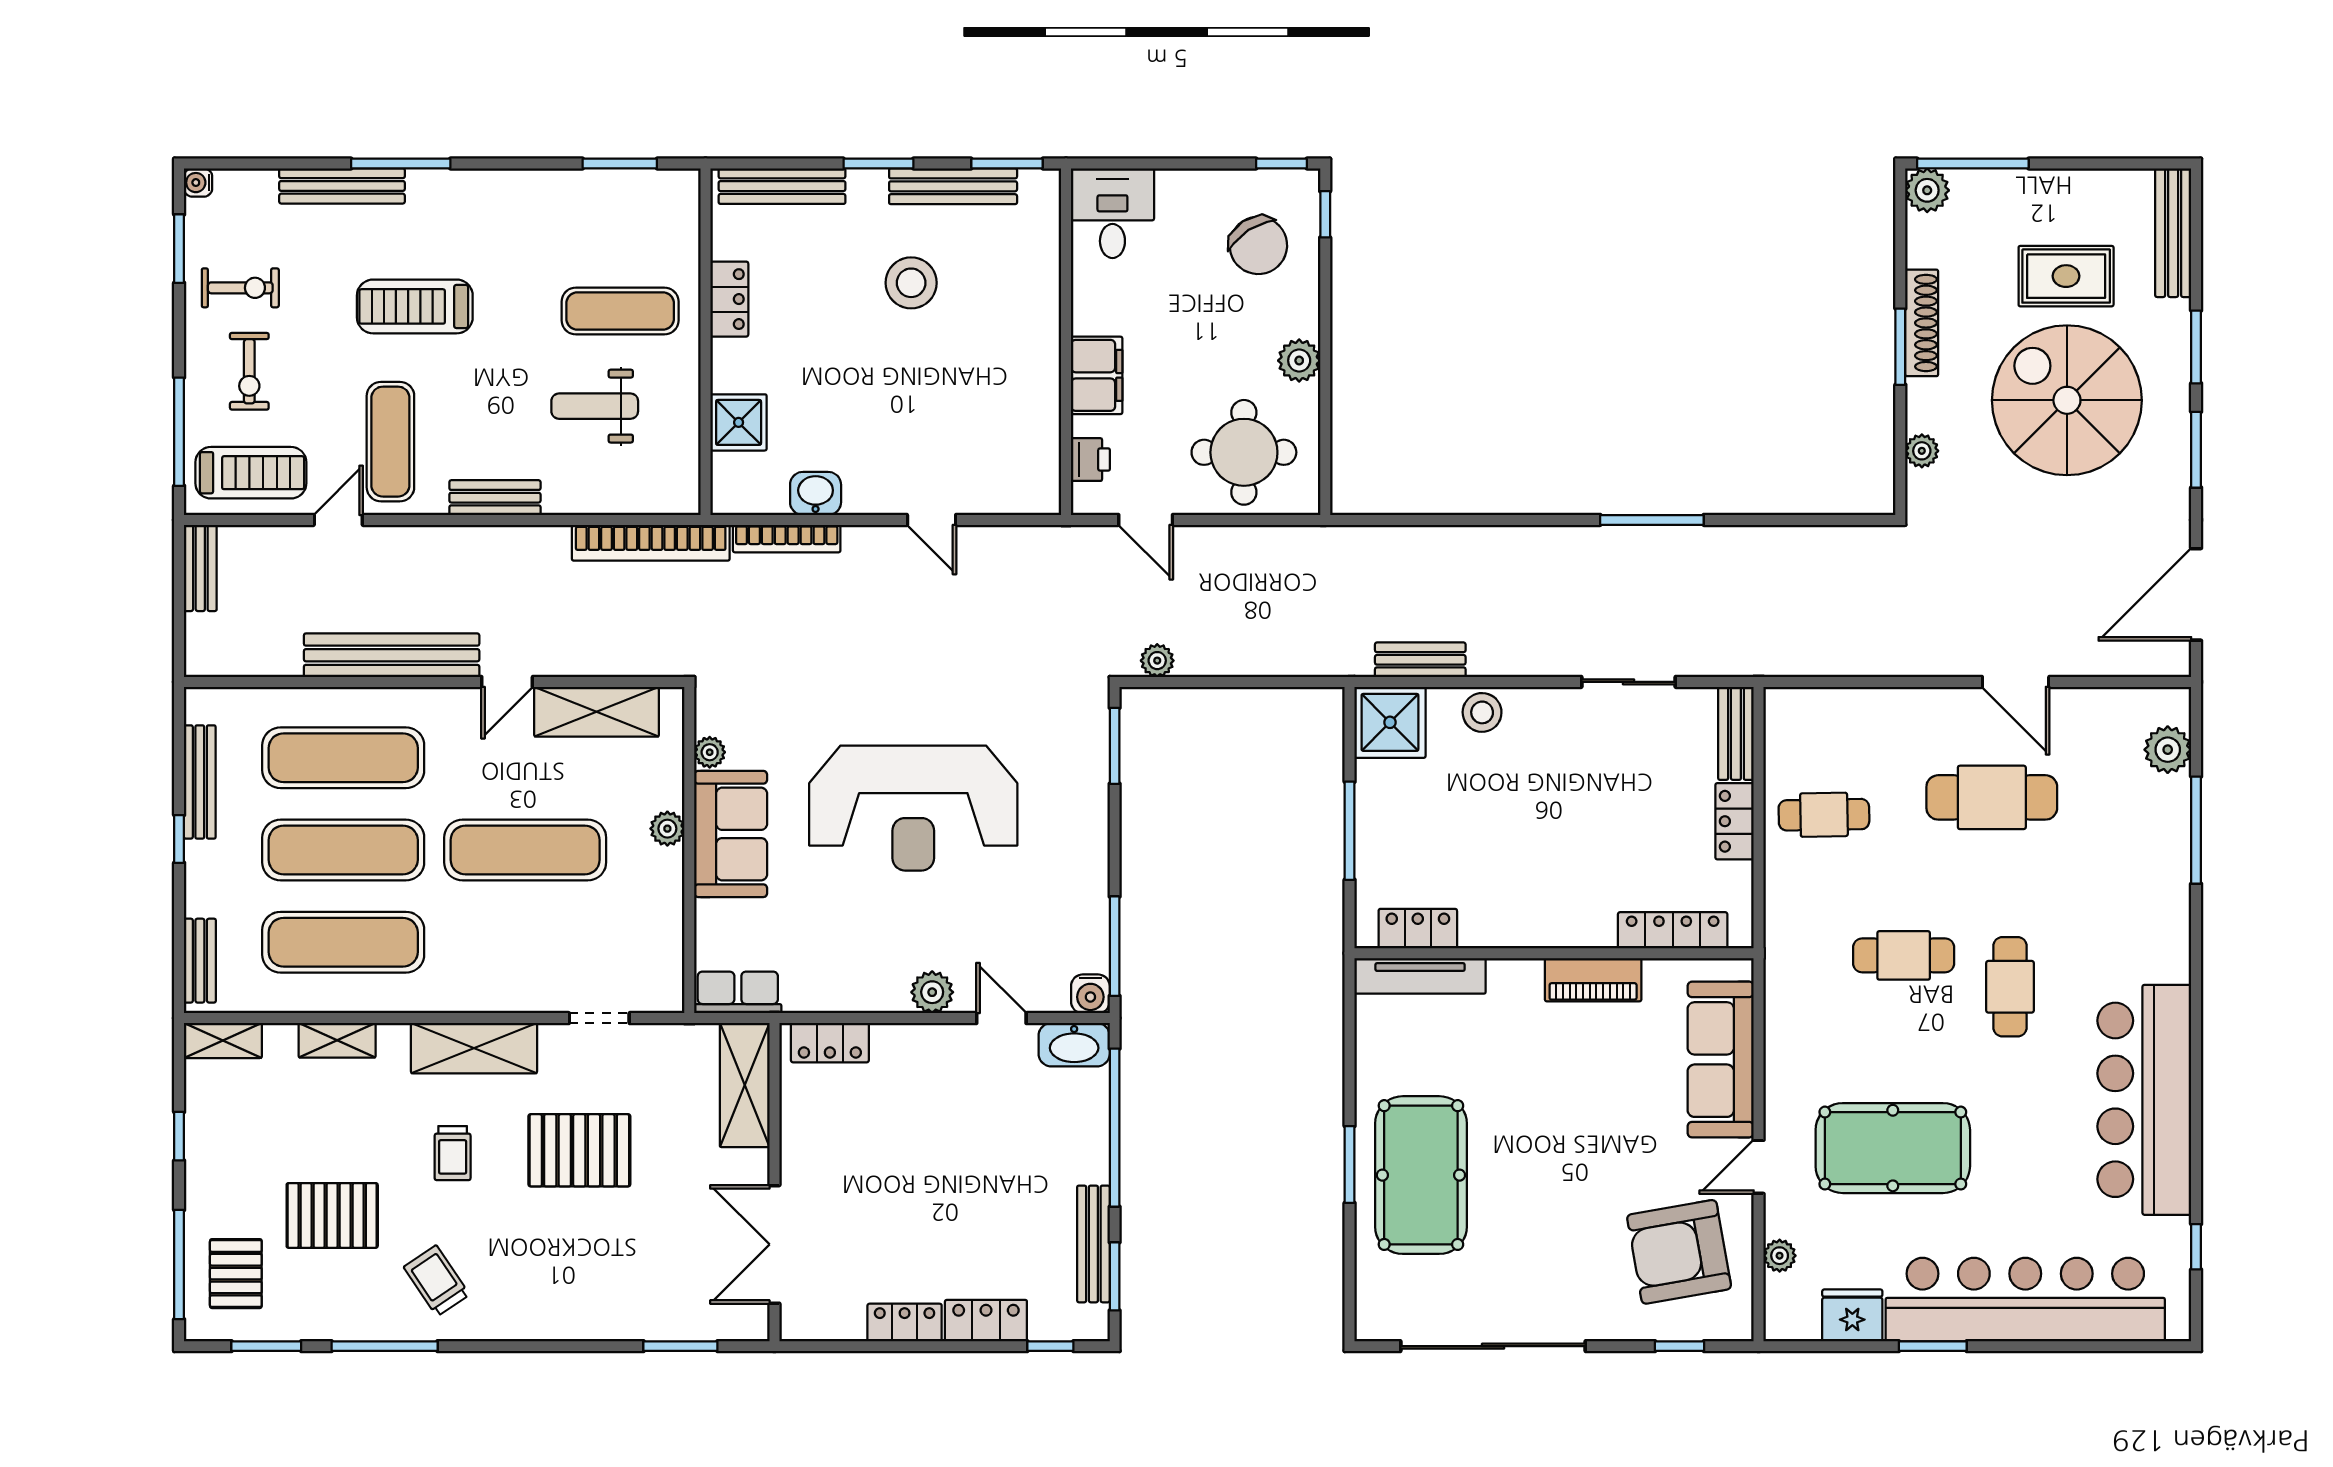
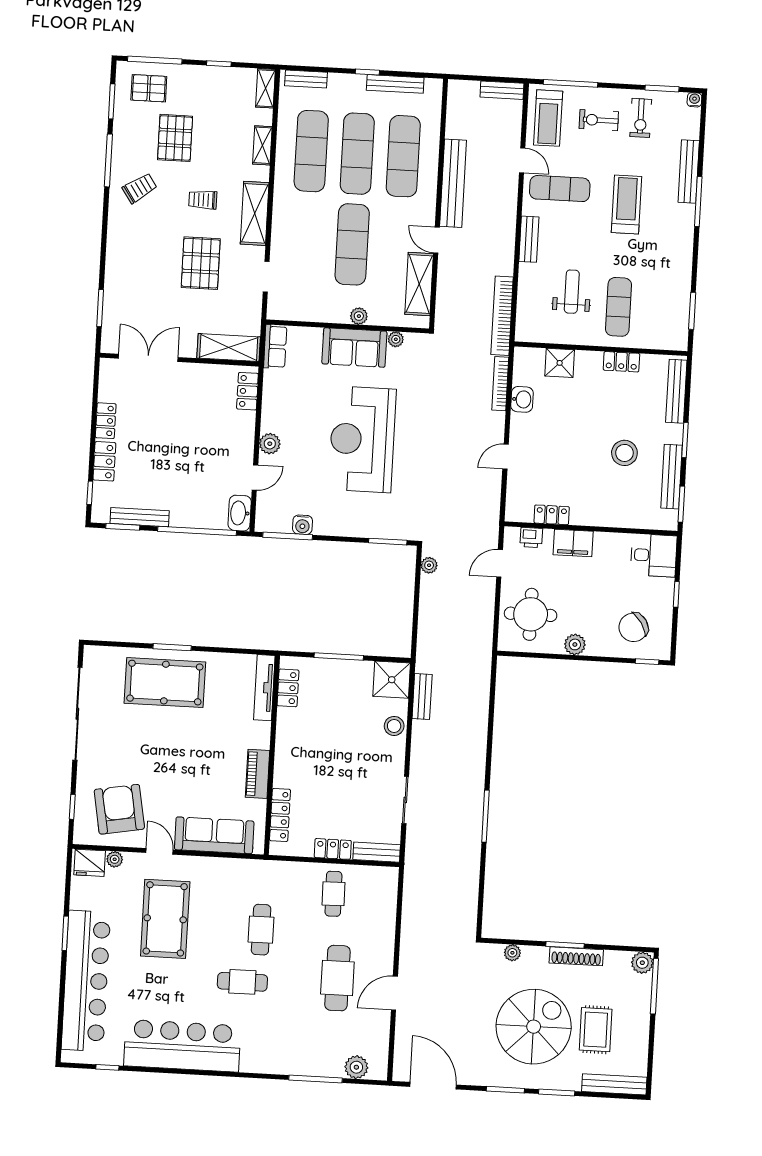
window: (1281, 163) -> (676, 594), moved
locker: (1043, 421) -> (552, 515), added
water cooler: (1090, 994) -> (303, 525), moved, turned -90
fridge: (1852, 1315) -> (90, 863), moved, turned 90

